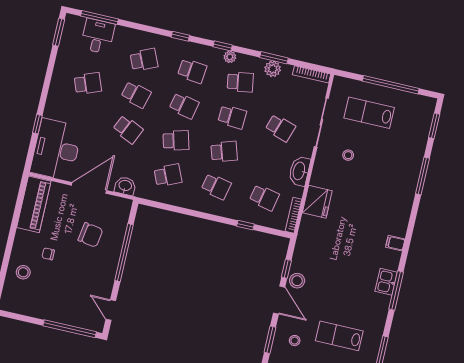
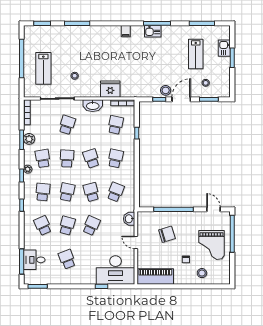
school desk: (168, 175) -> (116, 192), turned 45
door: (89, 188) -> (136, 242), width x0.53
chair: (90, 235) -> (167, 234), turned 64
grand piano: (60, 295) -> (212, 245), added
door: (111, 310) -> (213, 209), swing flipped

